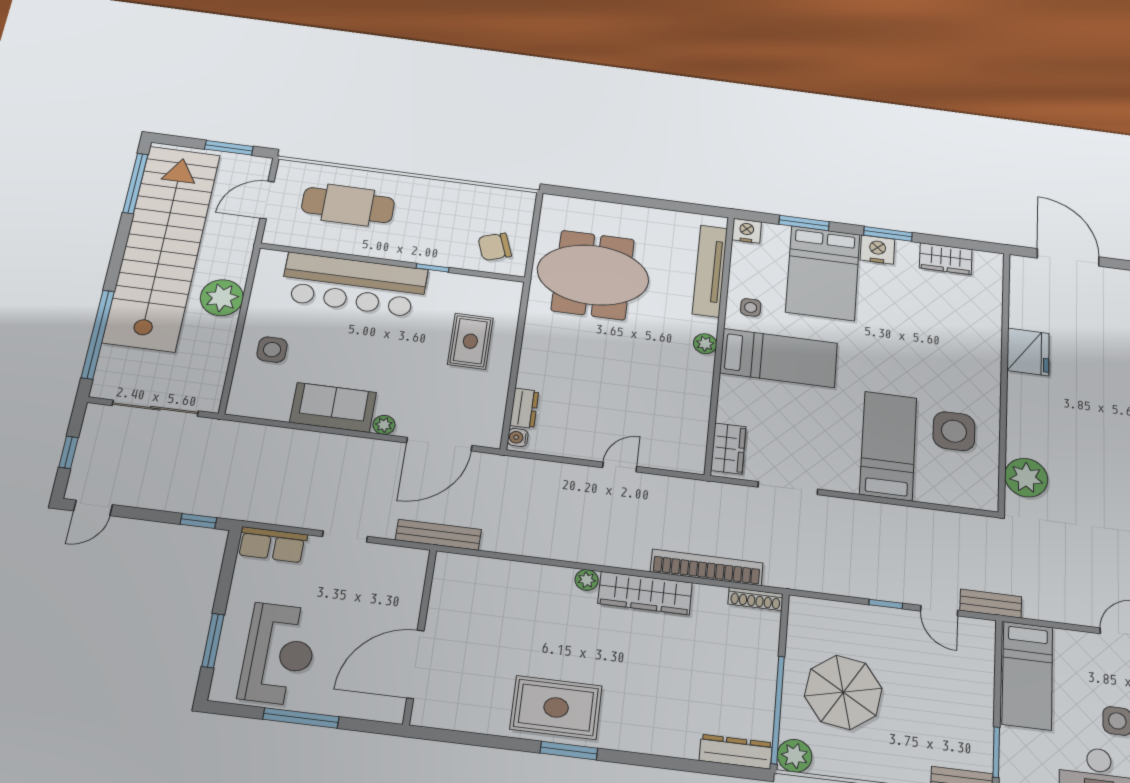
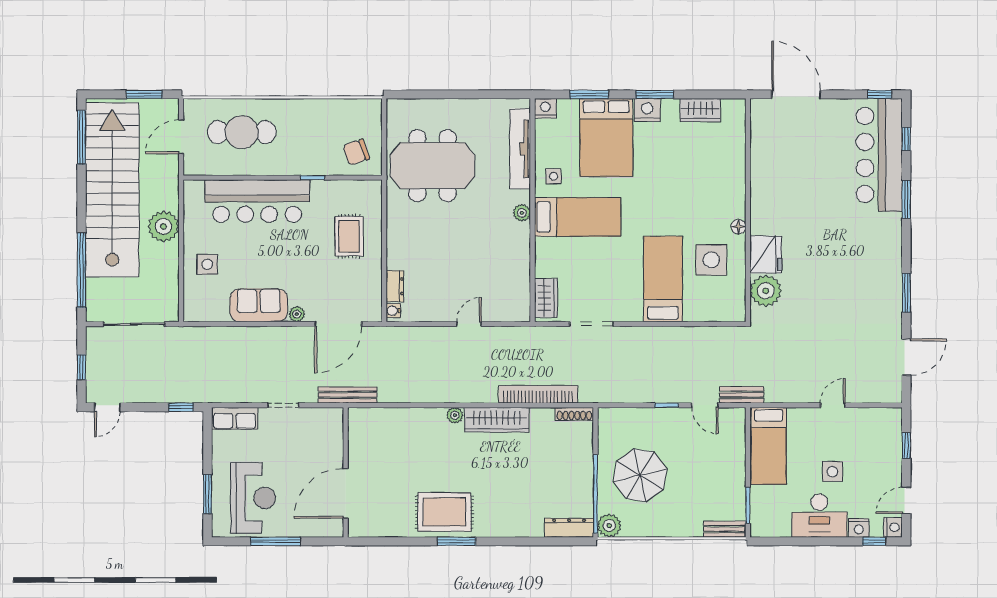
fridge: (1028, 352) -> (766, 255), moved
floor lamp: (991, 397) -> (738, 227), added

